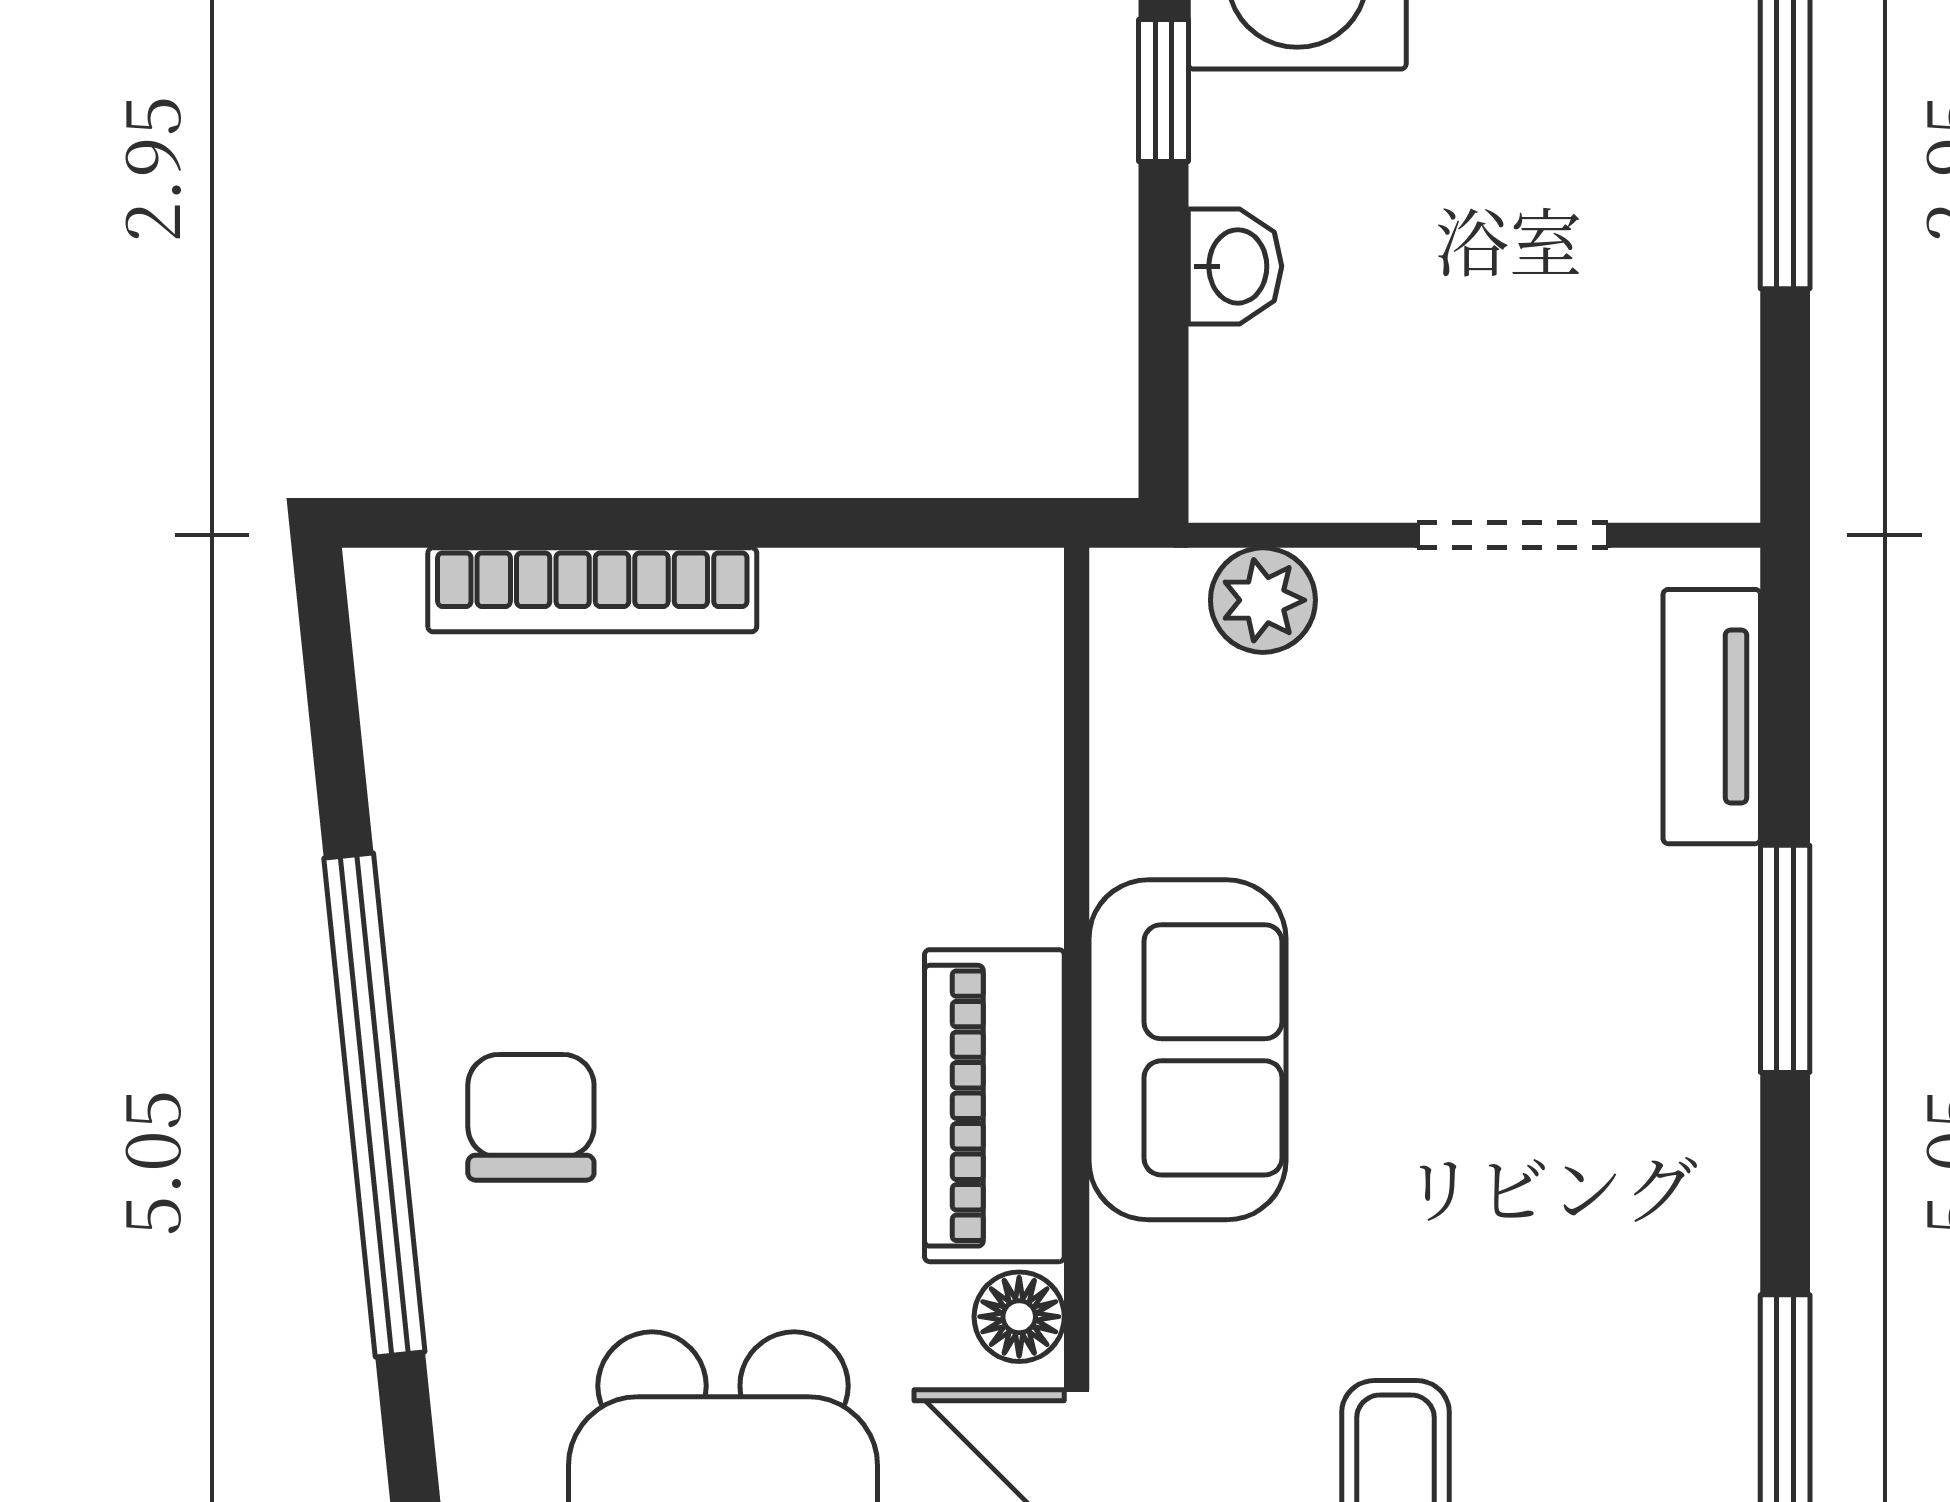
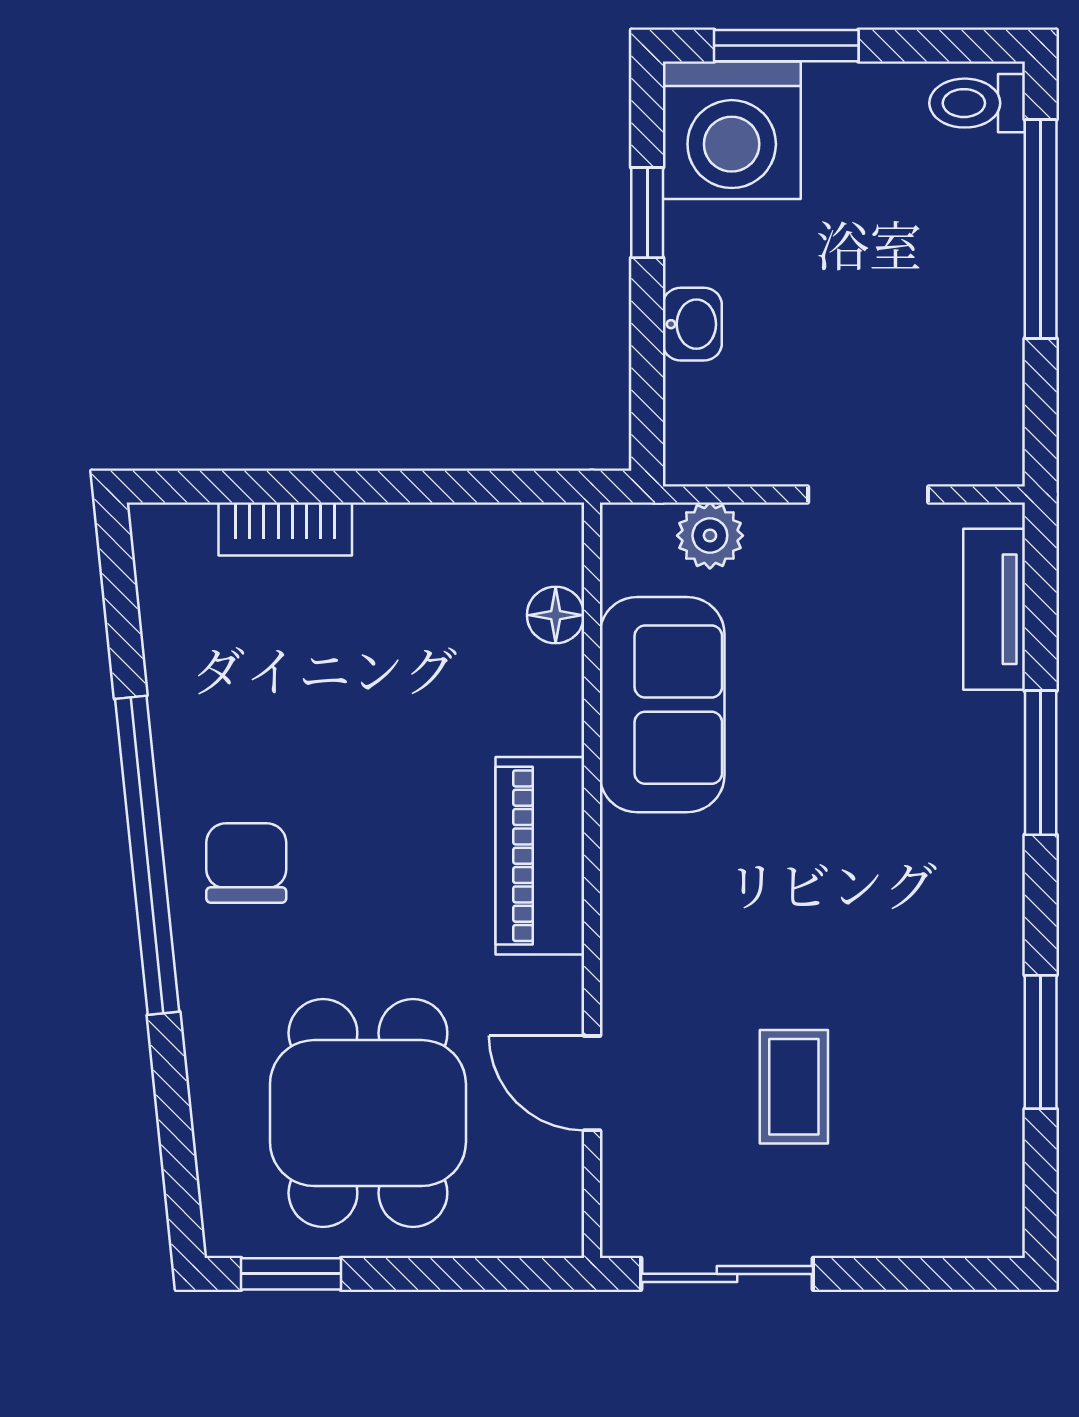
bookcase: (592, 590) -> (285, 529), width x0.64
sofa: (1187, 1050) -> (662, 705), moved
floor lamp: (1019, 1317) -> (556, 615), moved

